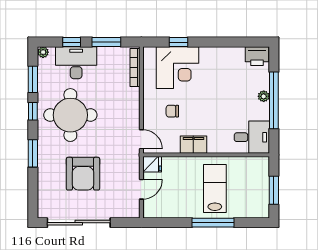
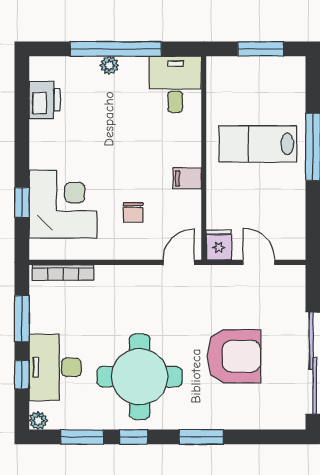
printer: (257, 56) -> (45, 100), moved
filing cabinet: (193, 145) -> (187, 178), width x0.50

